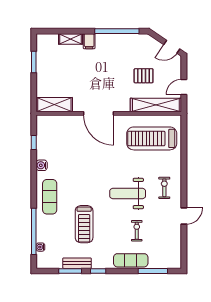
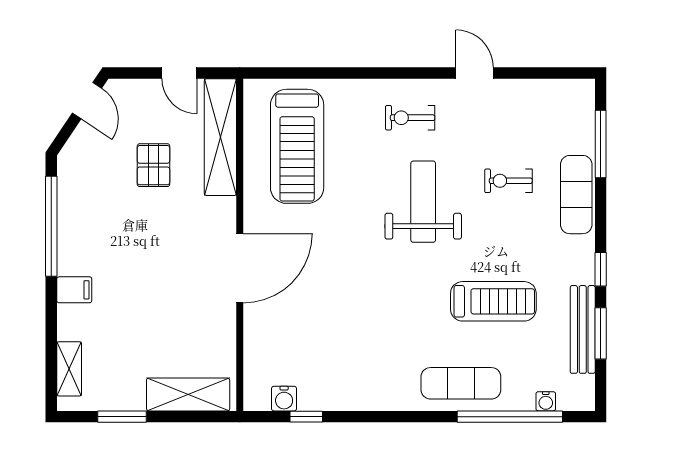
shelving: (71, 39) -> (69, 369), moved
shelving: (54, 105) -> (188, 394), moved, turned 90
water cooler: (42, 165) -> (284, 399), moved
weight bench: (128, 194) -> (423, 202), turned 180
exercise mat: (50, 197) -> (461, 383), moved
bench: (77, 263) -> (583, 329), width x1.36

